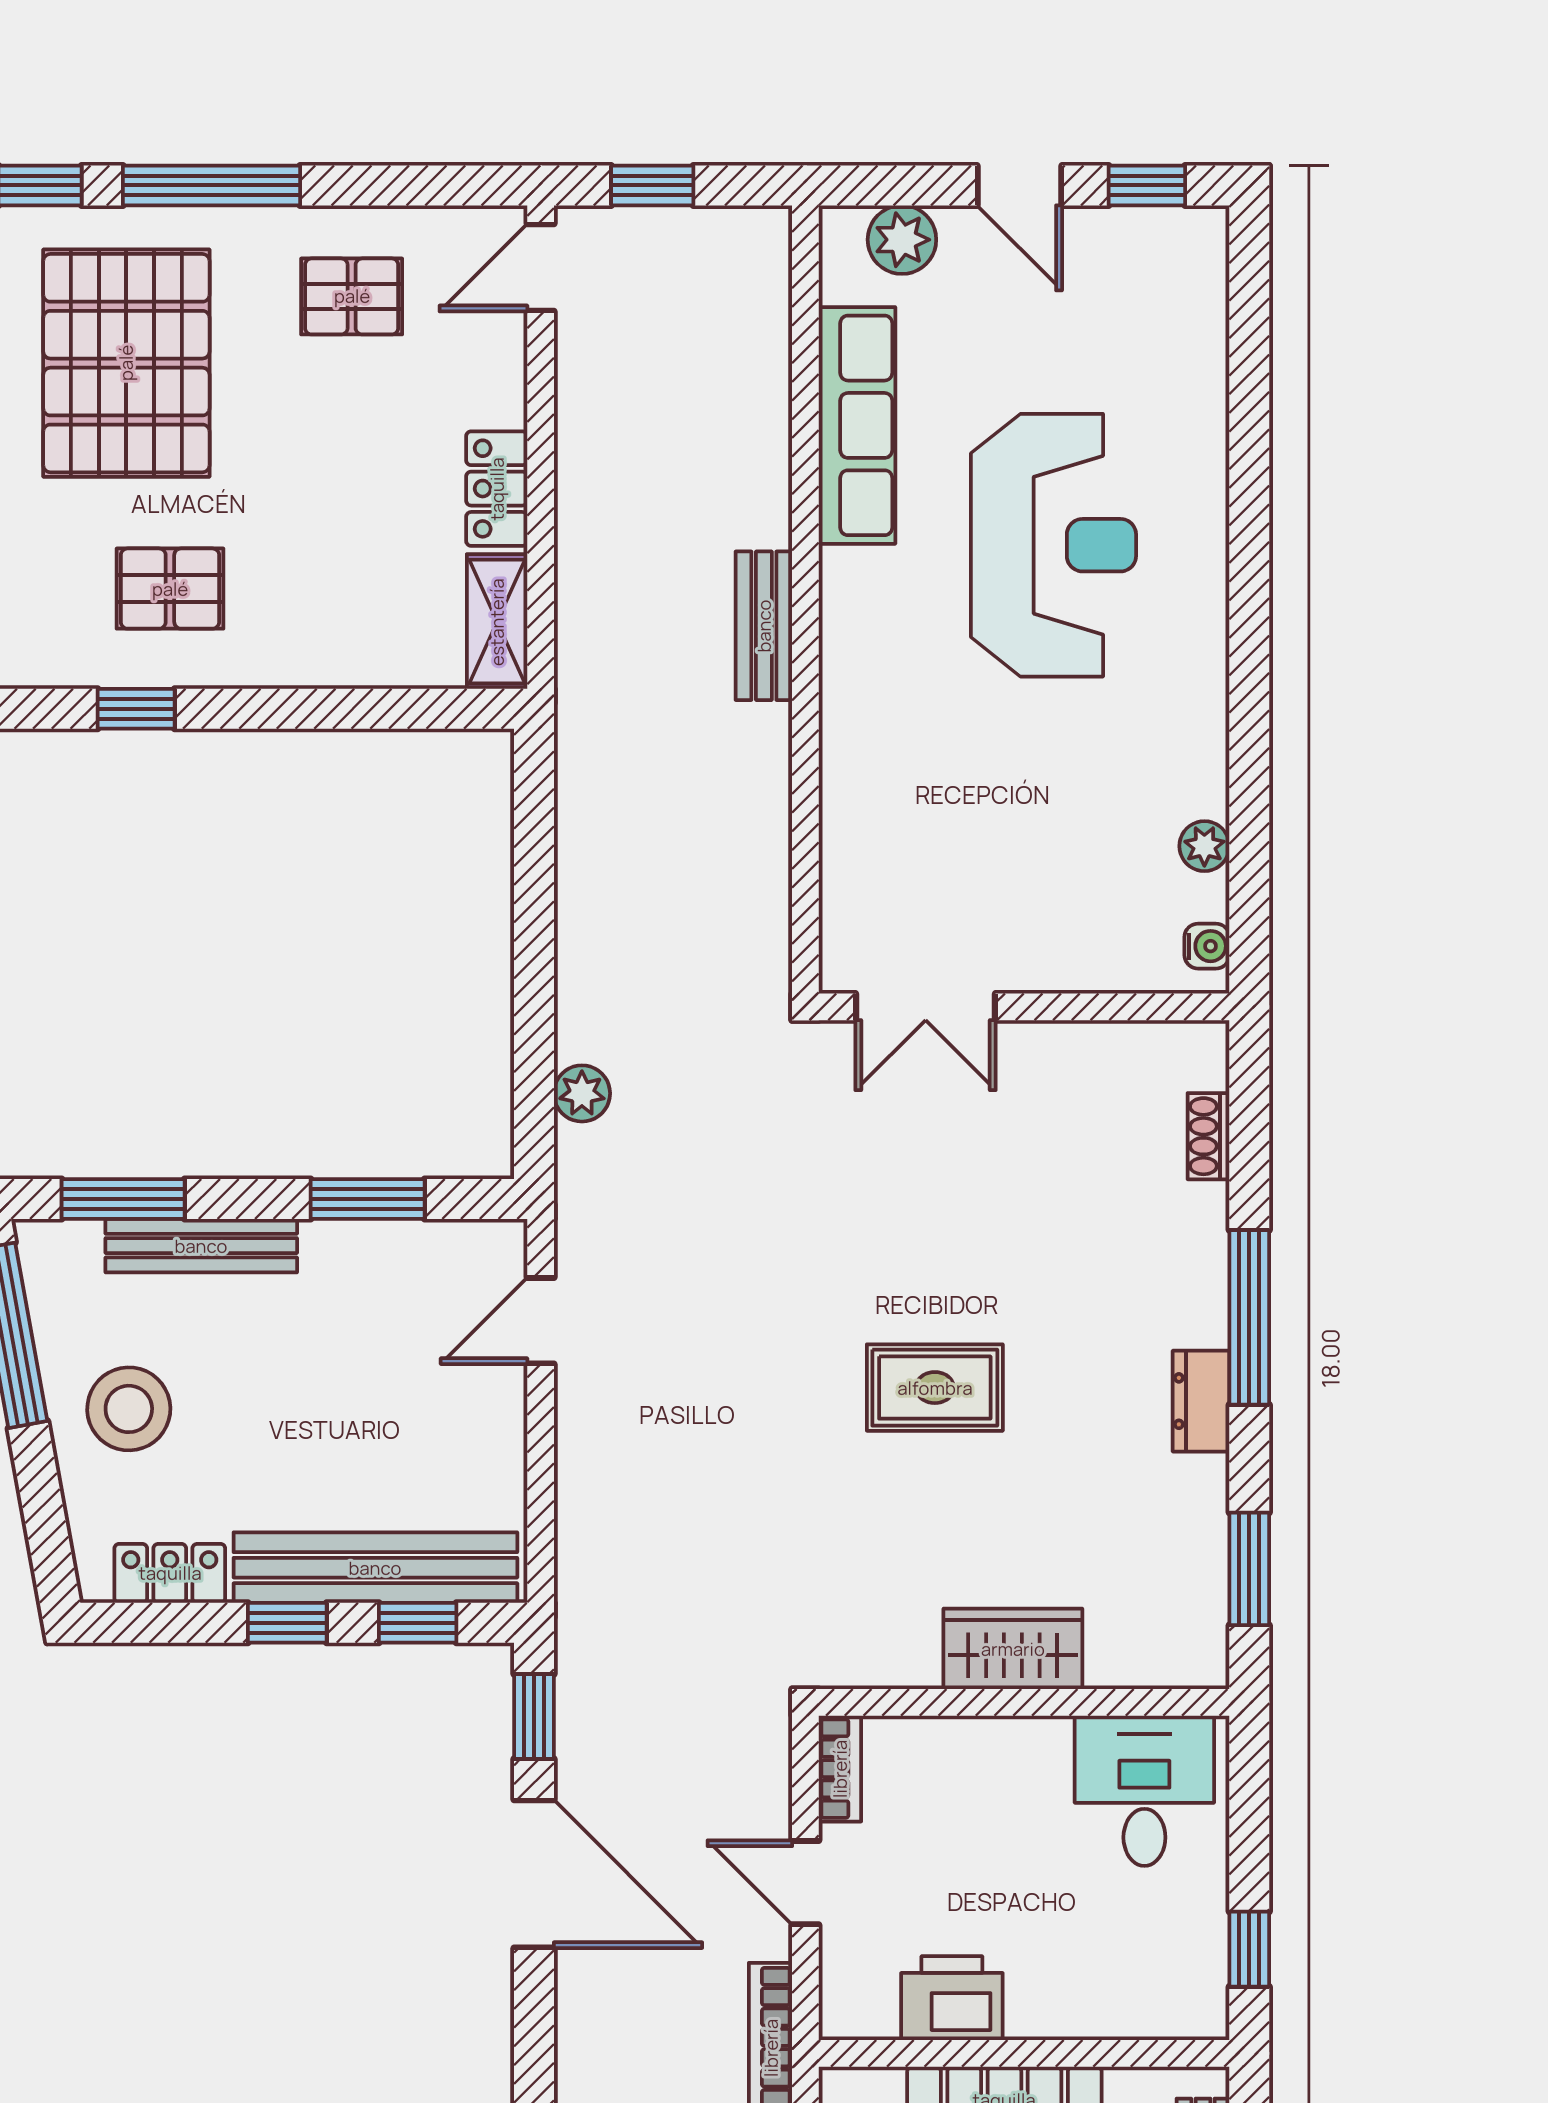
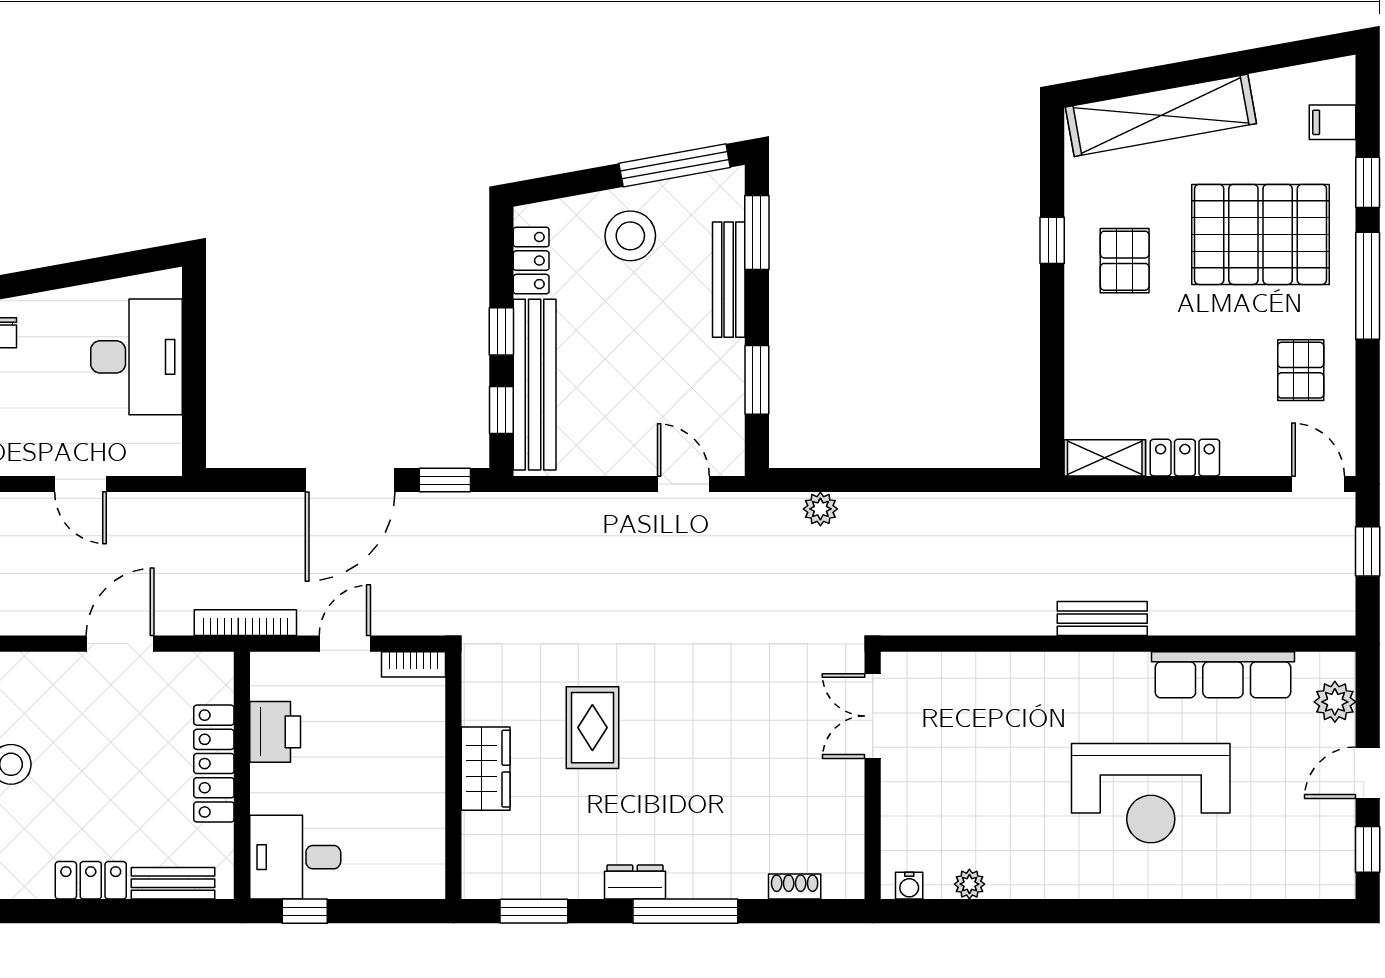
rug: (935, 1388) -> (592, 728), moved
desk: (1144, 1791) -> (295, 857), moved, turned 180

